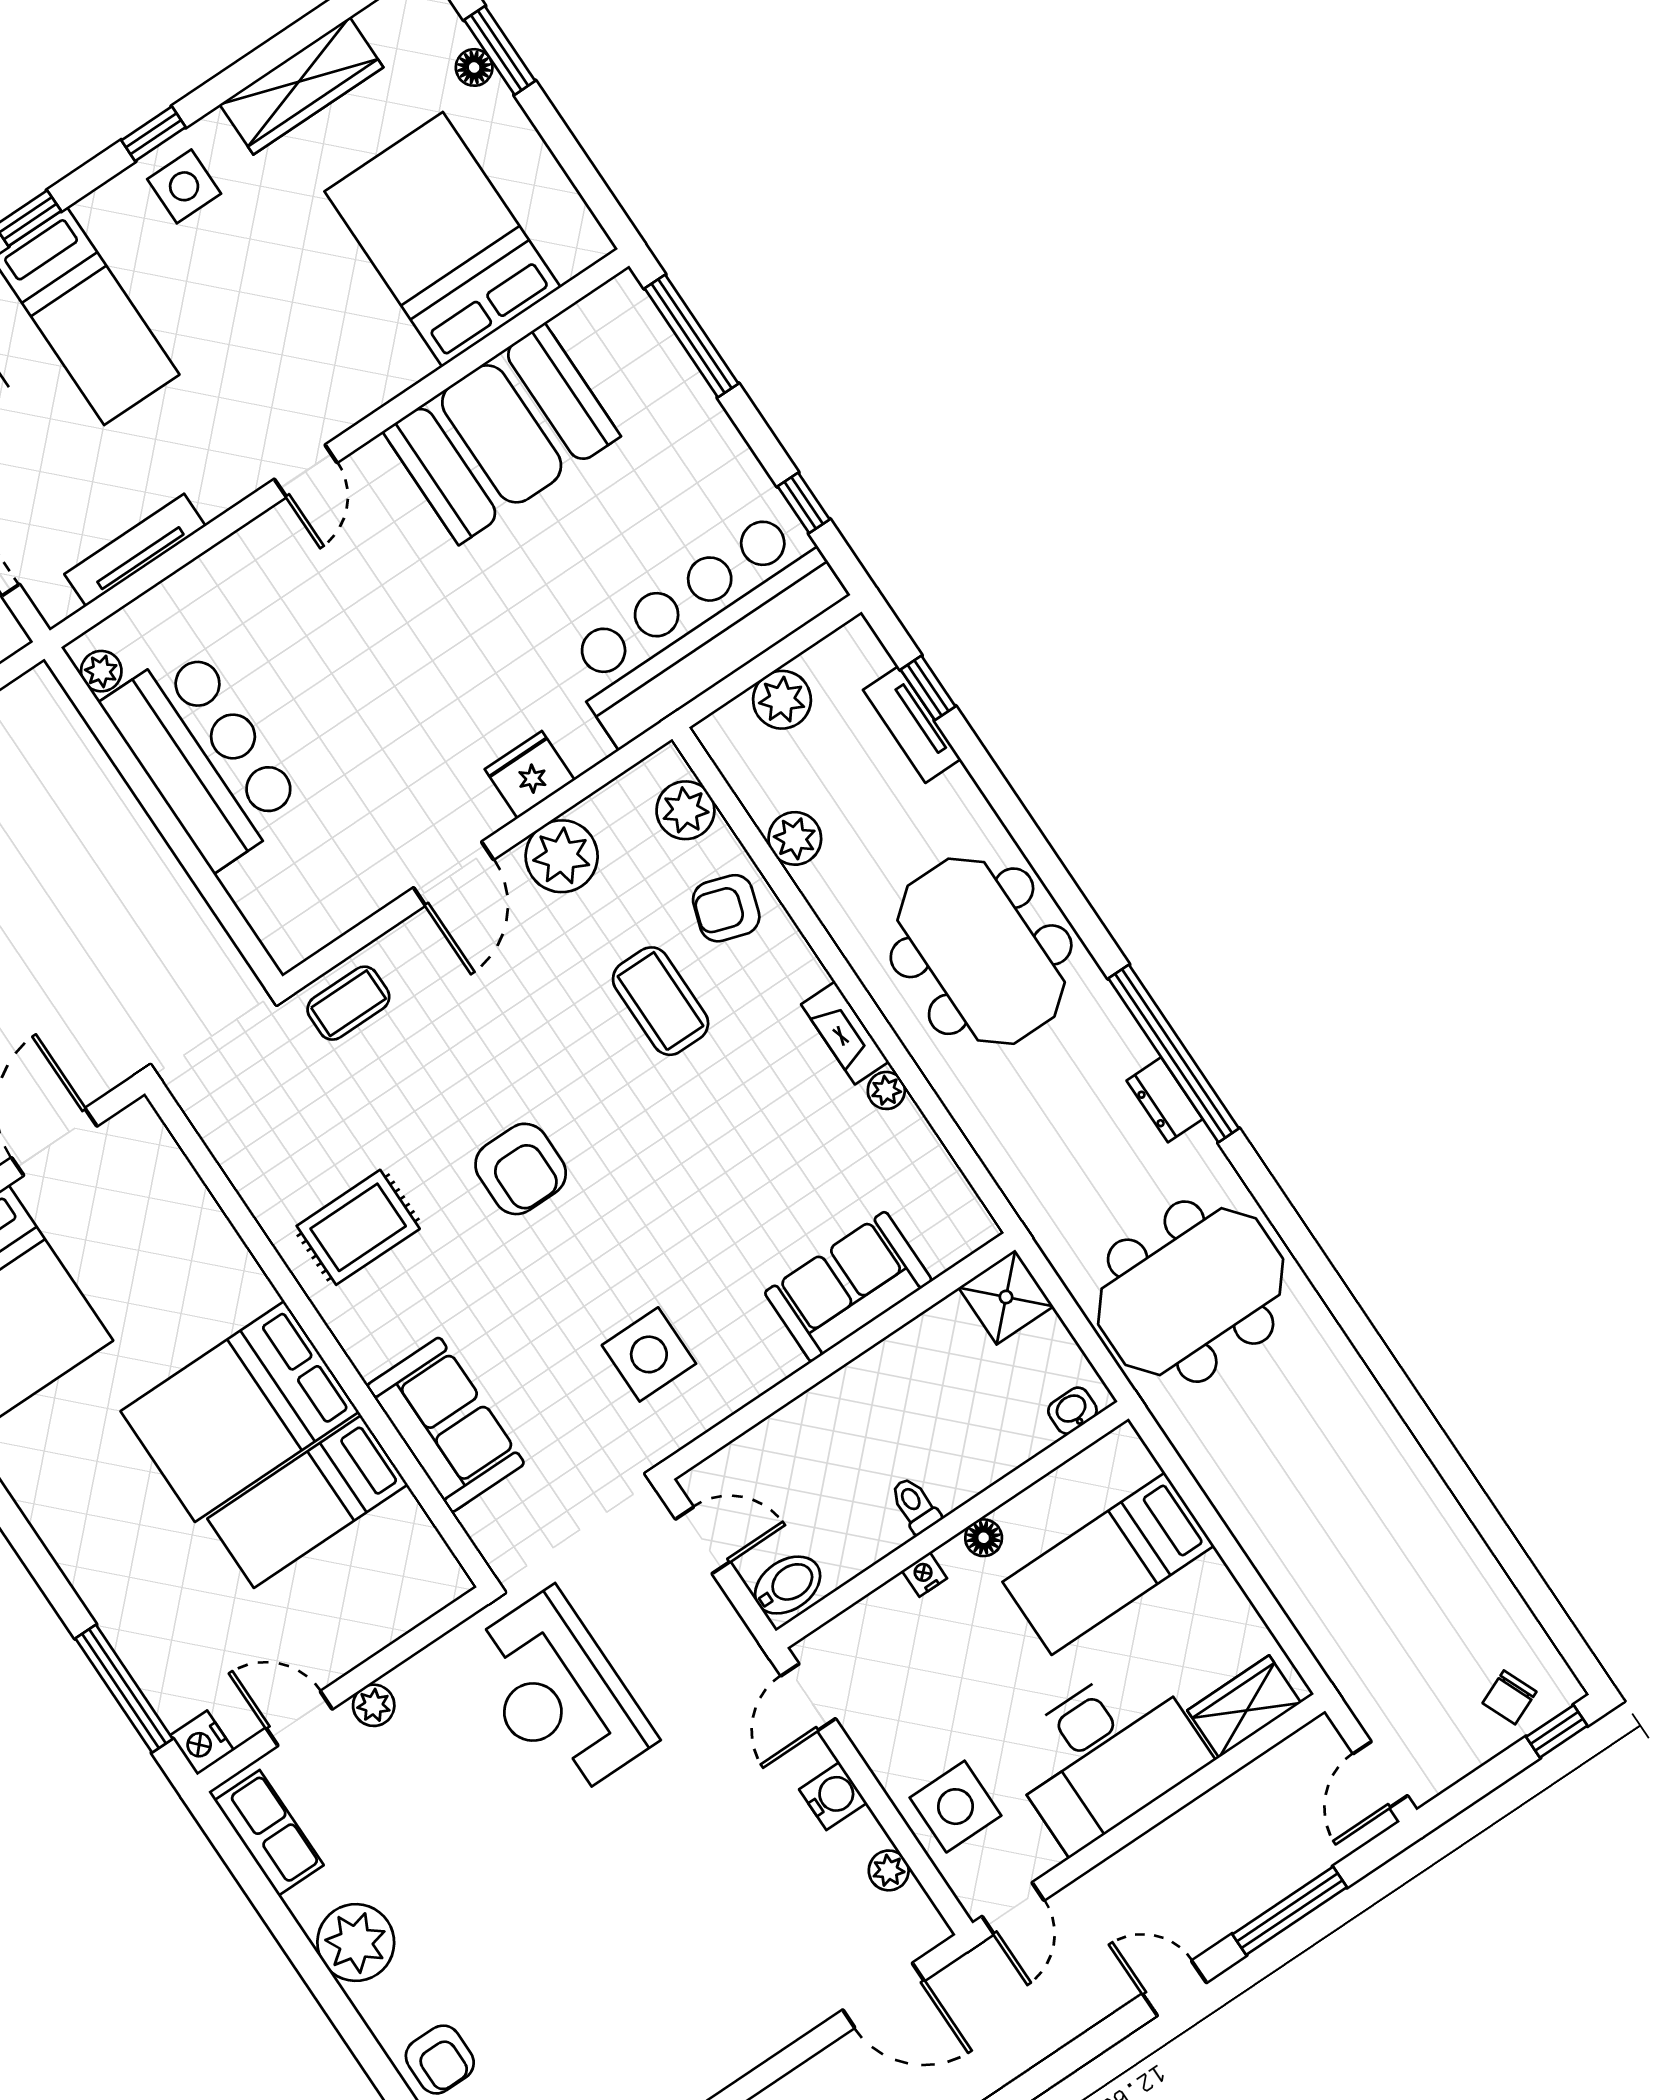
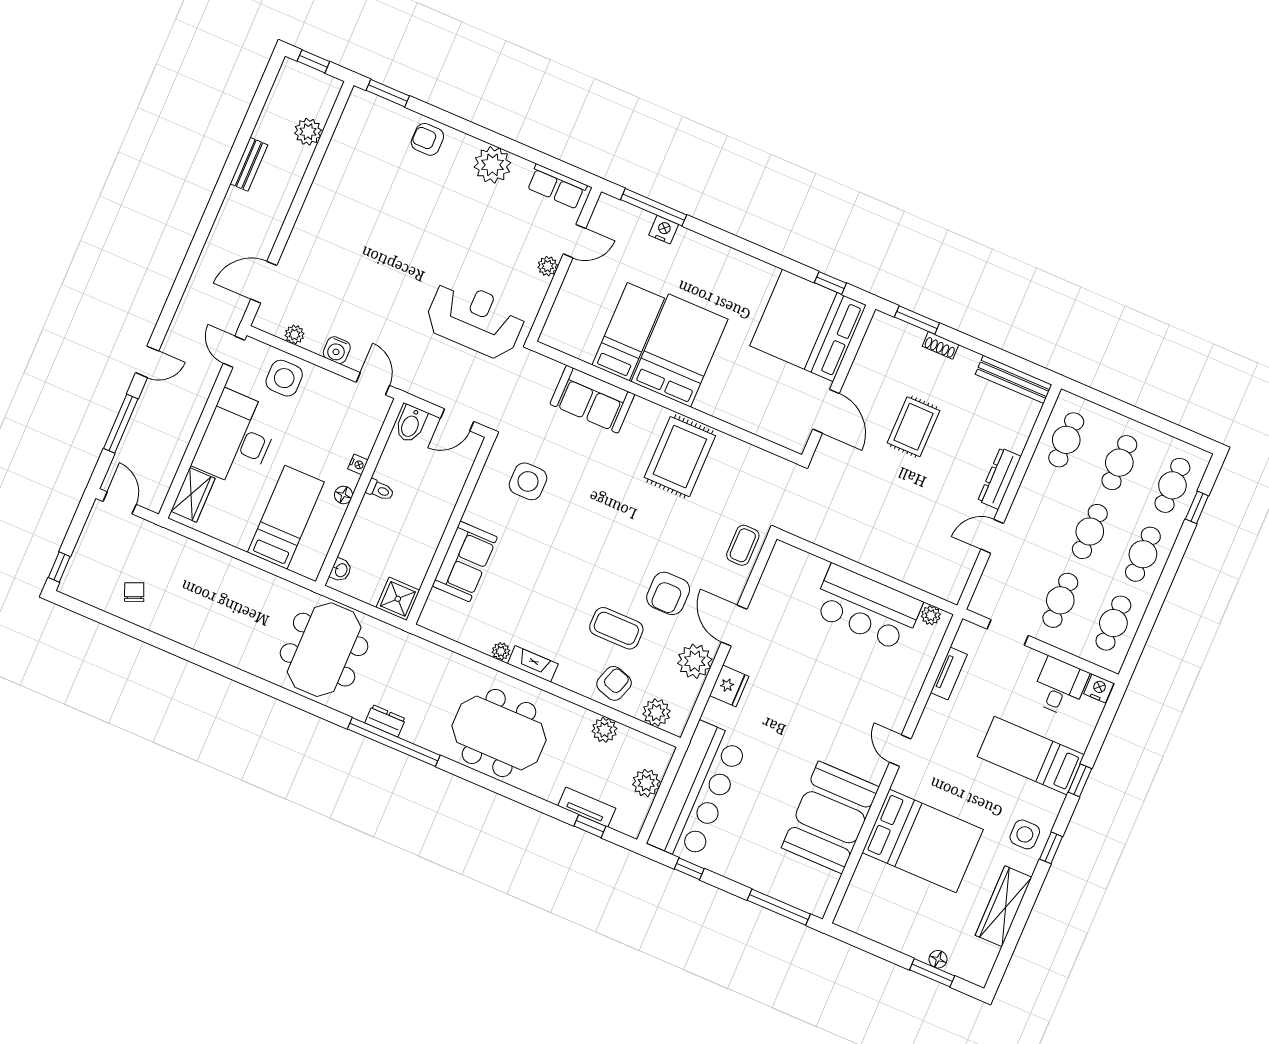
bed: (443, 239) -> (923, 841), moved
tv unit: (135, 550) -> (949, 674), width x0.71
armchair: (521, 1169) -> (668, 593), moved, turned -90
rug: (358, 1227) -> (680, 457), width x1.36, depth x1.43
chair: (1510, 1697) -> (134, 592), moved
nightstand: (202, 1743) -> (664, 230), moved

